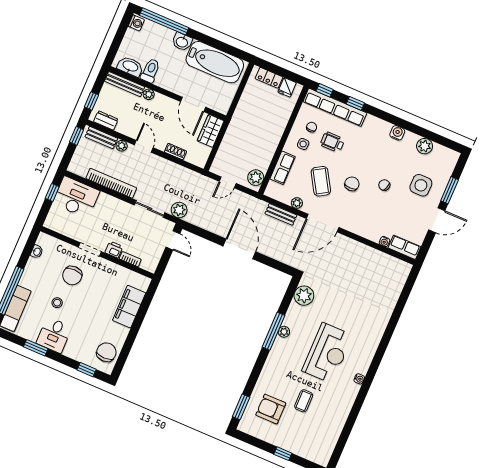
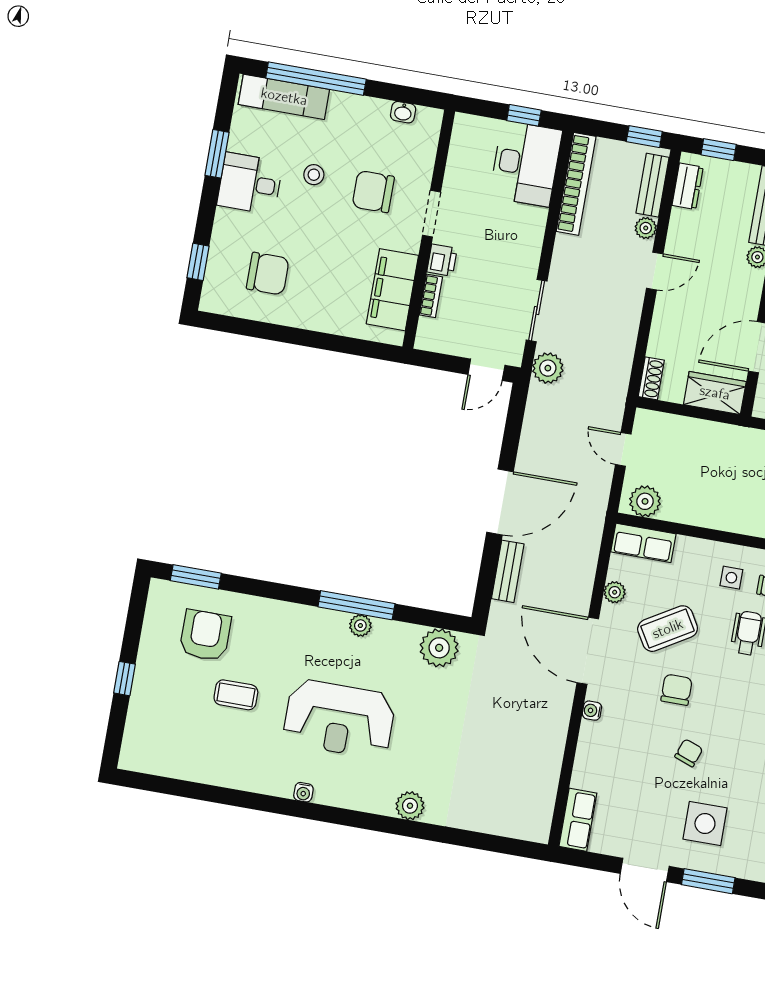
shoe rack: (175, 152) -> (651, 378), moved
row of seats: (283, 168) -> (643, 543), moved
bookcase: (111, 183) -> (576, 184), moved
chair: (352, 184) -> (677, 690), turned -90
bench: (281, 214) -> (508, 571), moved
water cooler: (384, 242) -> (592, 711), moved
filing cabinet: (129, 307) -> (392, 290), moved, turned -90
plant: (378, 328) -> (410, 806), added
chair: (106, 352) -> (268, 274), moved

